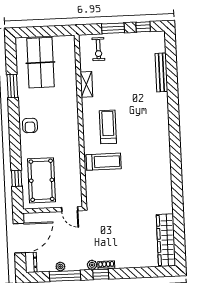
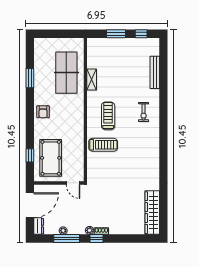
exercise bike: (98, 49) -> (144, 112), moved
table tennis table: (40, 63) -> (66, 73), moved

